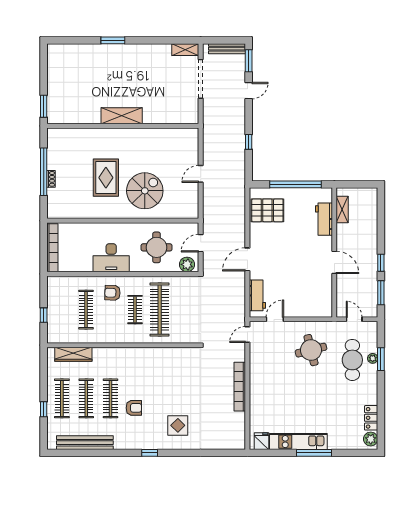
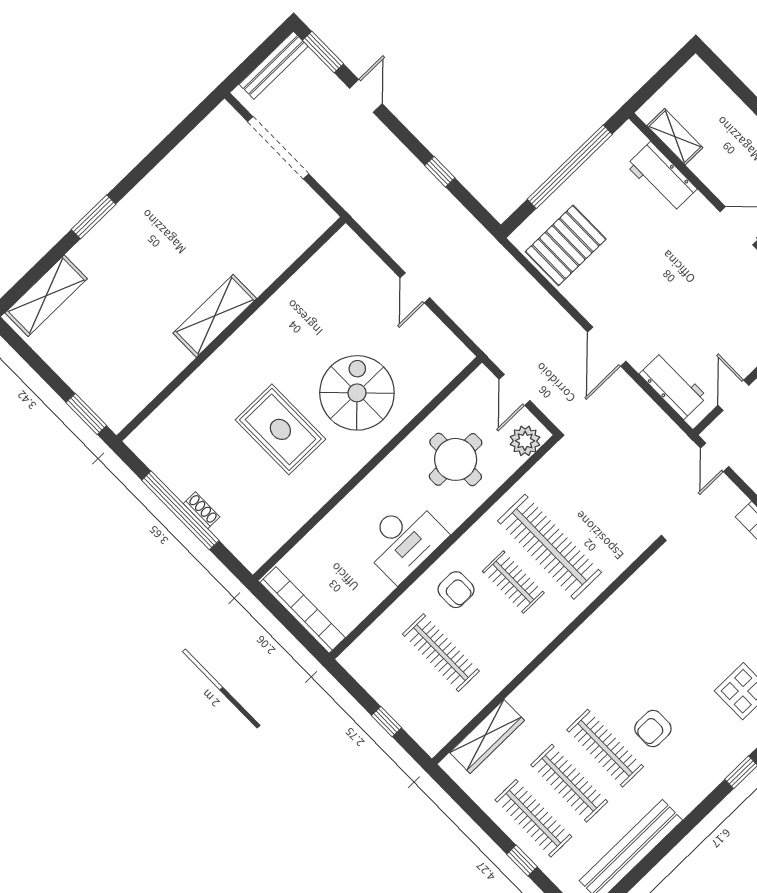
shelving: (185, 50) -> (46, 296), moved, width x1.50, depth x1.33
armchair: (113, 293) -> (456, 590), turned -92
armchair: (134, 408) -> (653, 728), turned 180

